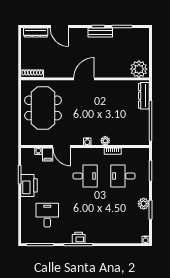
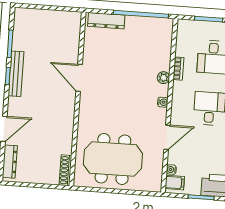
bench: (100, 32) -> (16, 74), width x1.36
plant: (139, 69) -> (69, 25), removed
door: (84, 79) -> (79, 78), moved
filing cabinet: (48, 154) -> (175, 183), moved

